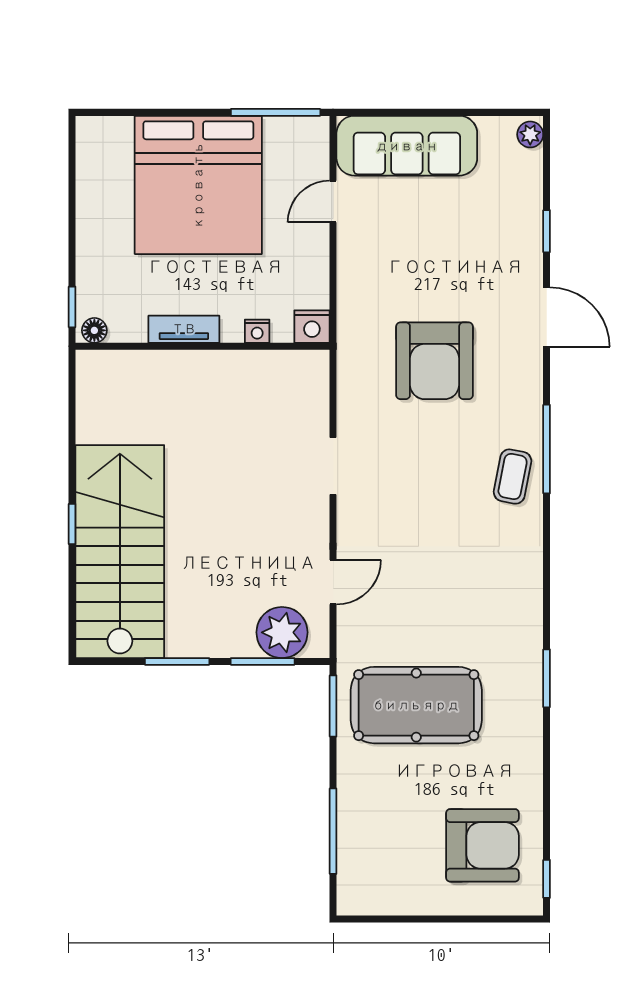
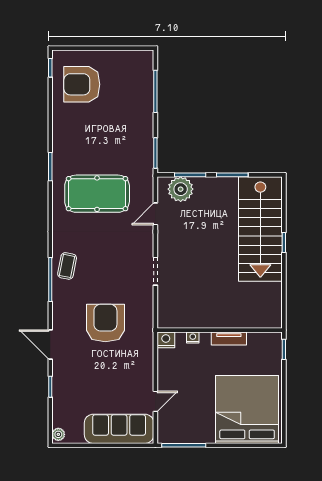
bed: (198, 185) -> (247, 410), moved
floor lamp: (94, 330) -> (273, 338), removed
pool table: (416, 705) -> (97, 194), moved

